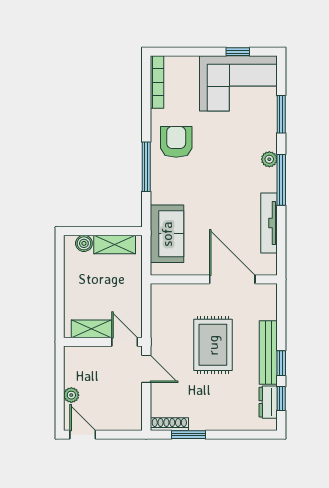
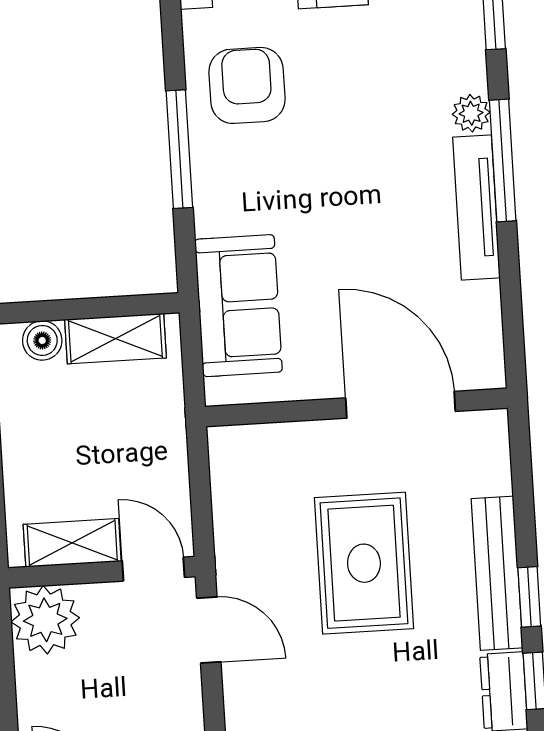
tv unit: (269, 223) -> (476, 208), moved
plant: (71, 395) -> (45, 620), moved, width x1.87, depth x1.87

